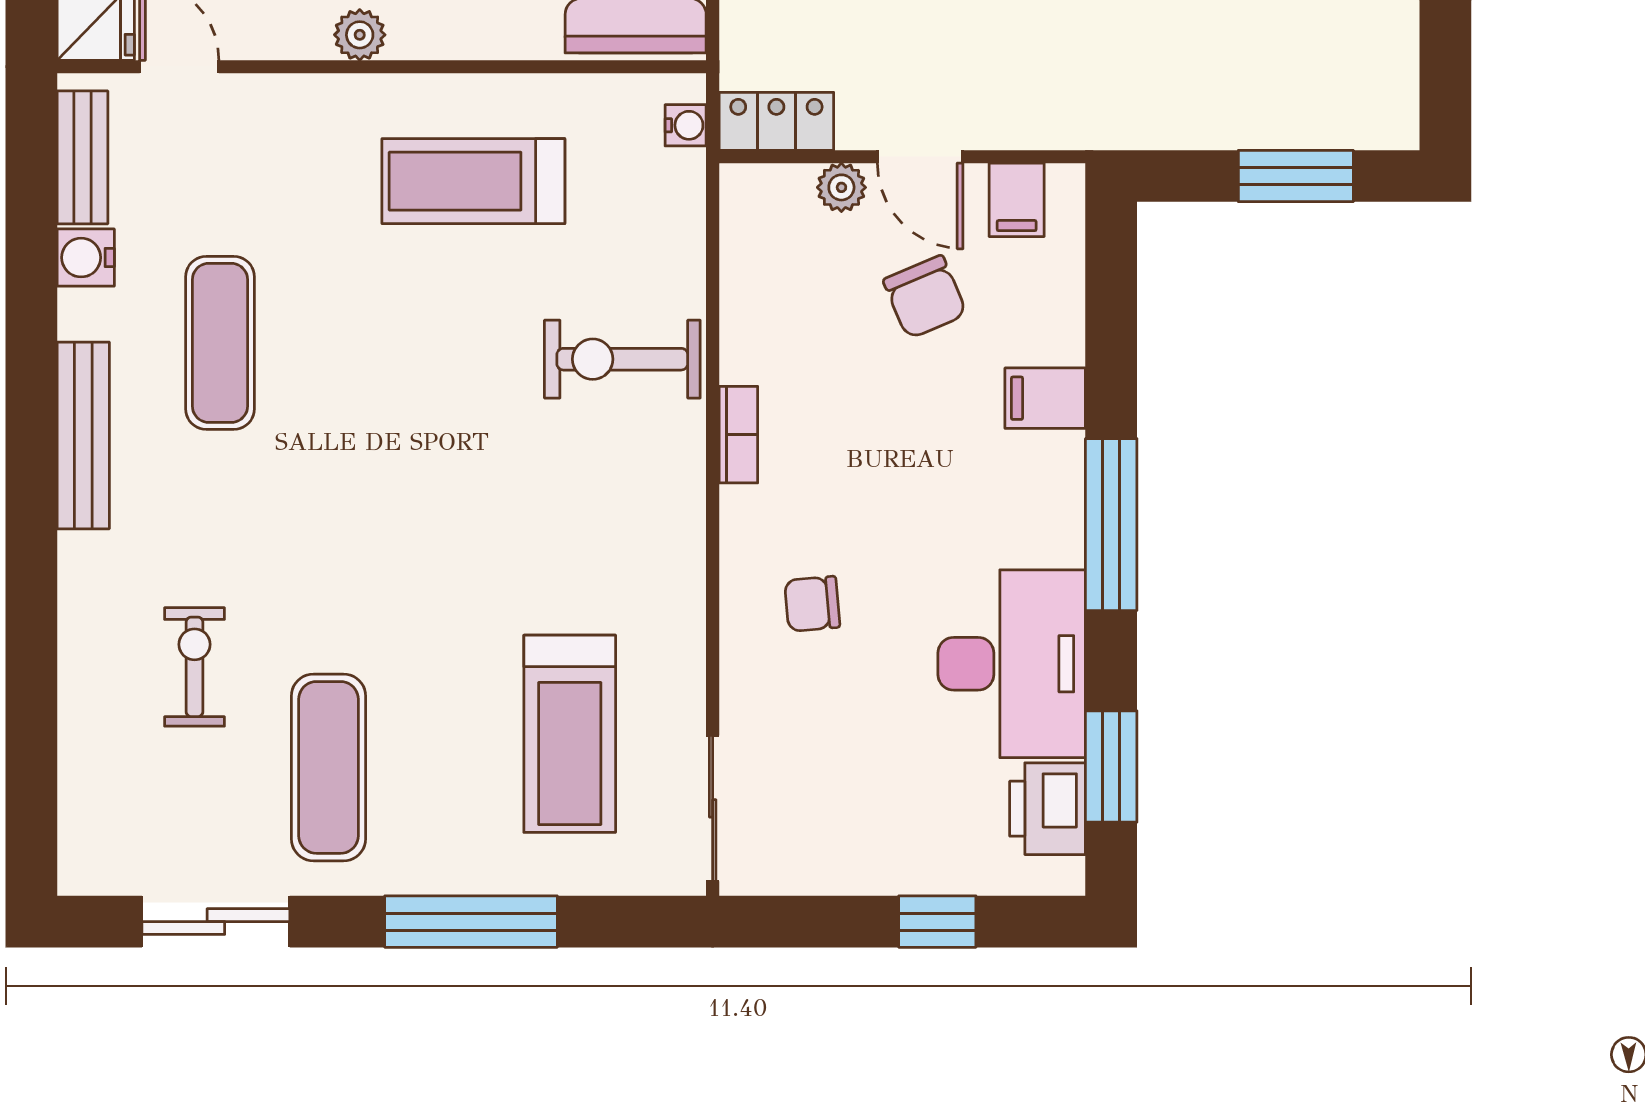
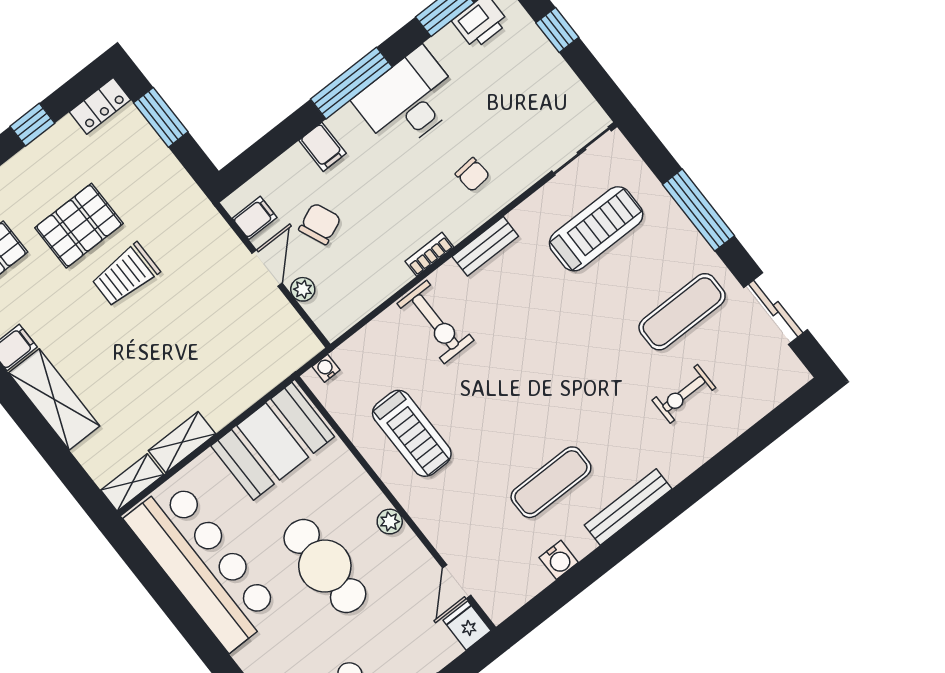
locker: (776, 121) -> (100, 106), moved, turned -90
bench: (82, 157) -> (485, 246), moved
desk: (1012, 664) -> (408, 100), moved

